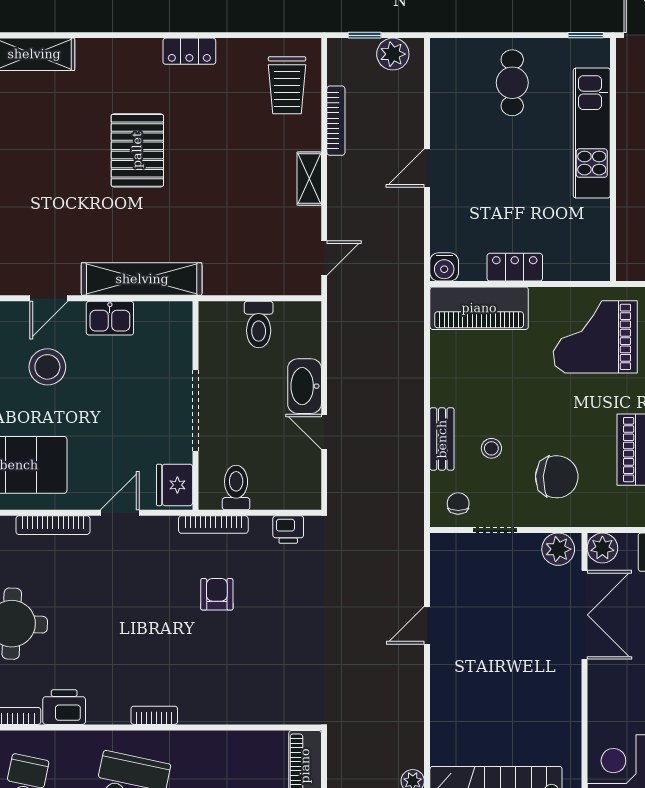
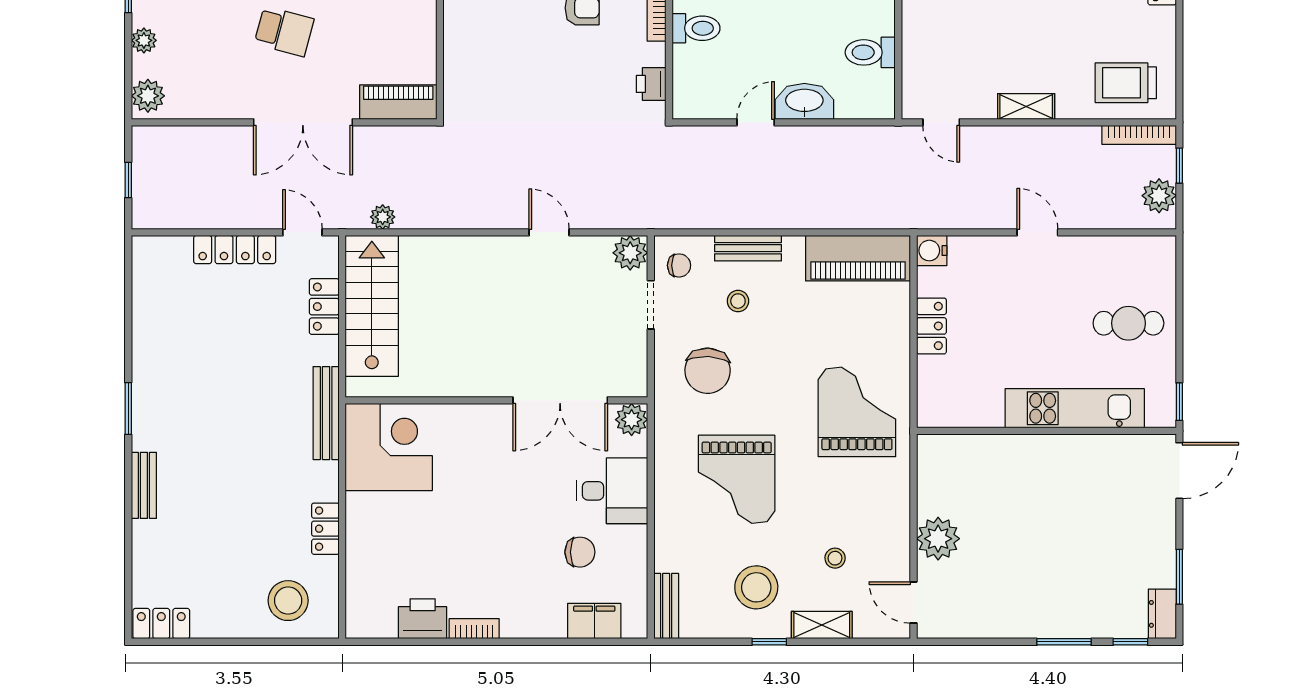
bookcase: (336, 121) -> (1139, 135), moved
piano: (479, 308) -> (858, 258), moved, turned -90
plant: (558, 549) -> (630, 253), moved

